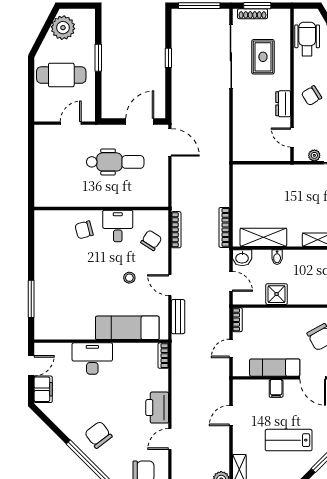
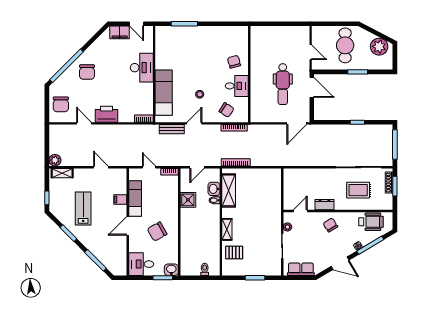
door: (140, 122) -> (312, 87), moved
washbasin: (242, 258) -> (214, 189), moved
chair: (98, 435) -> (87, 72), turned 127

